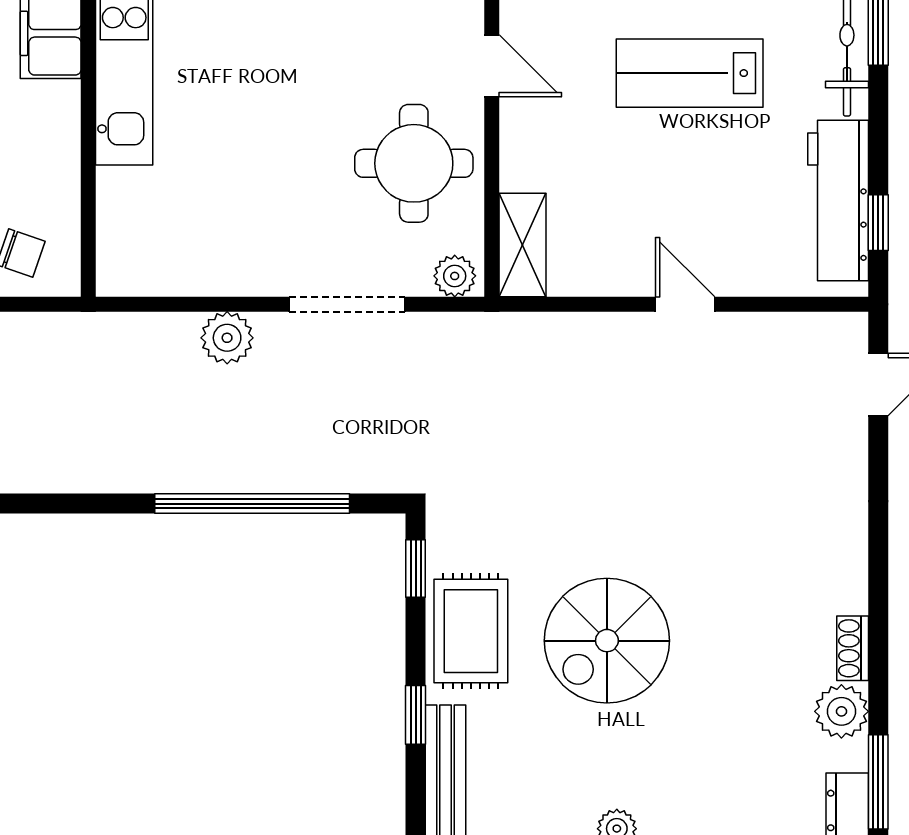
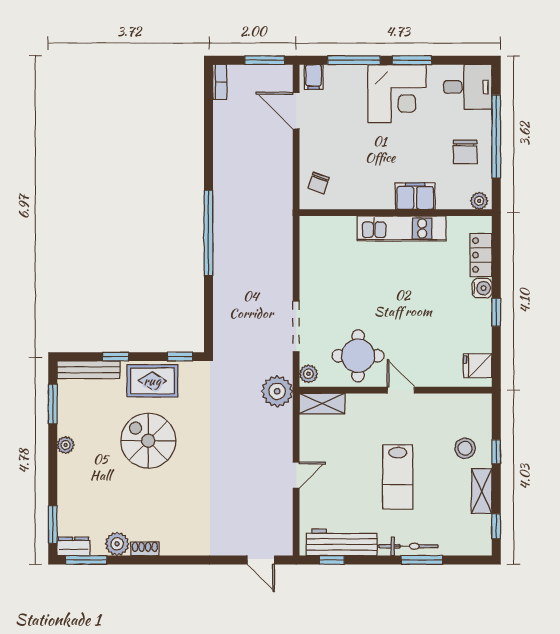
door: (492, 66) -> (401, 390), swing flipped
lab bench: (690, 73) -> (398, 477), turned 180
plant: (227, 338) -> (277, 391), moved, width x1.36, depth x1.36
window: (252, 504) -> (208, 233), moved

